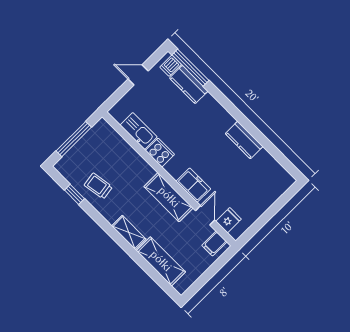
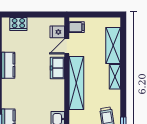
cooker: (160, 153) -> (18, 24), moved, turned -90
shelving: (169, 197) -> (76, 83), width x1.47

